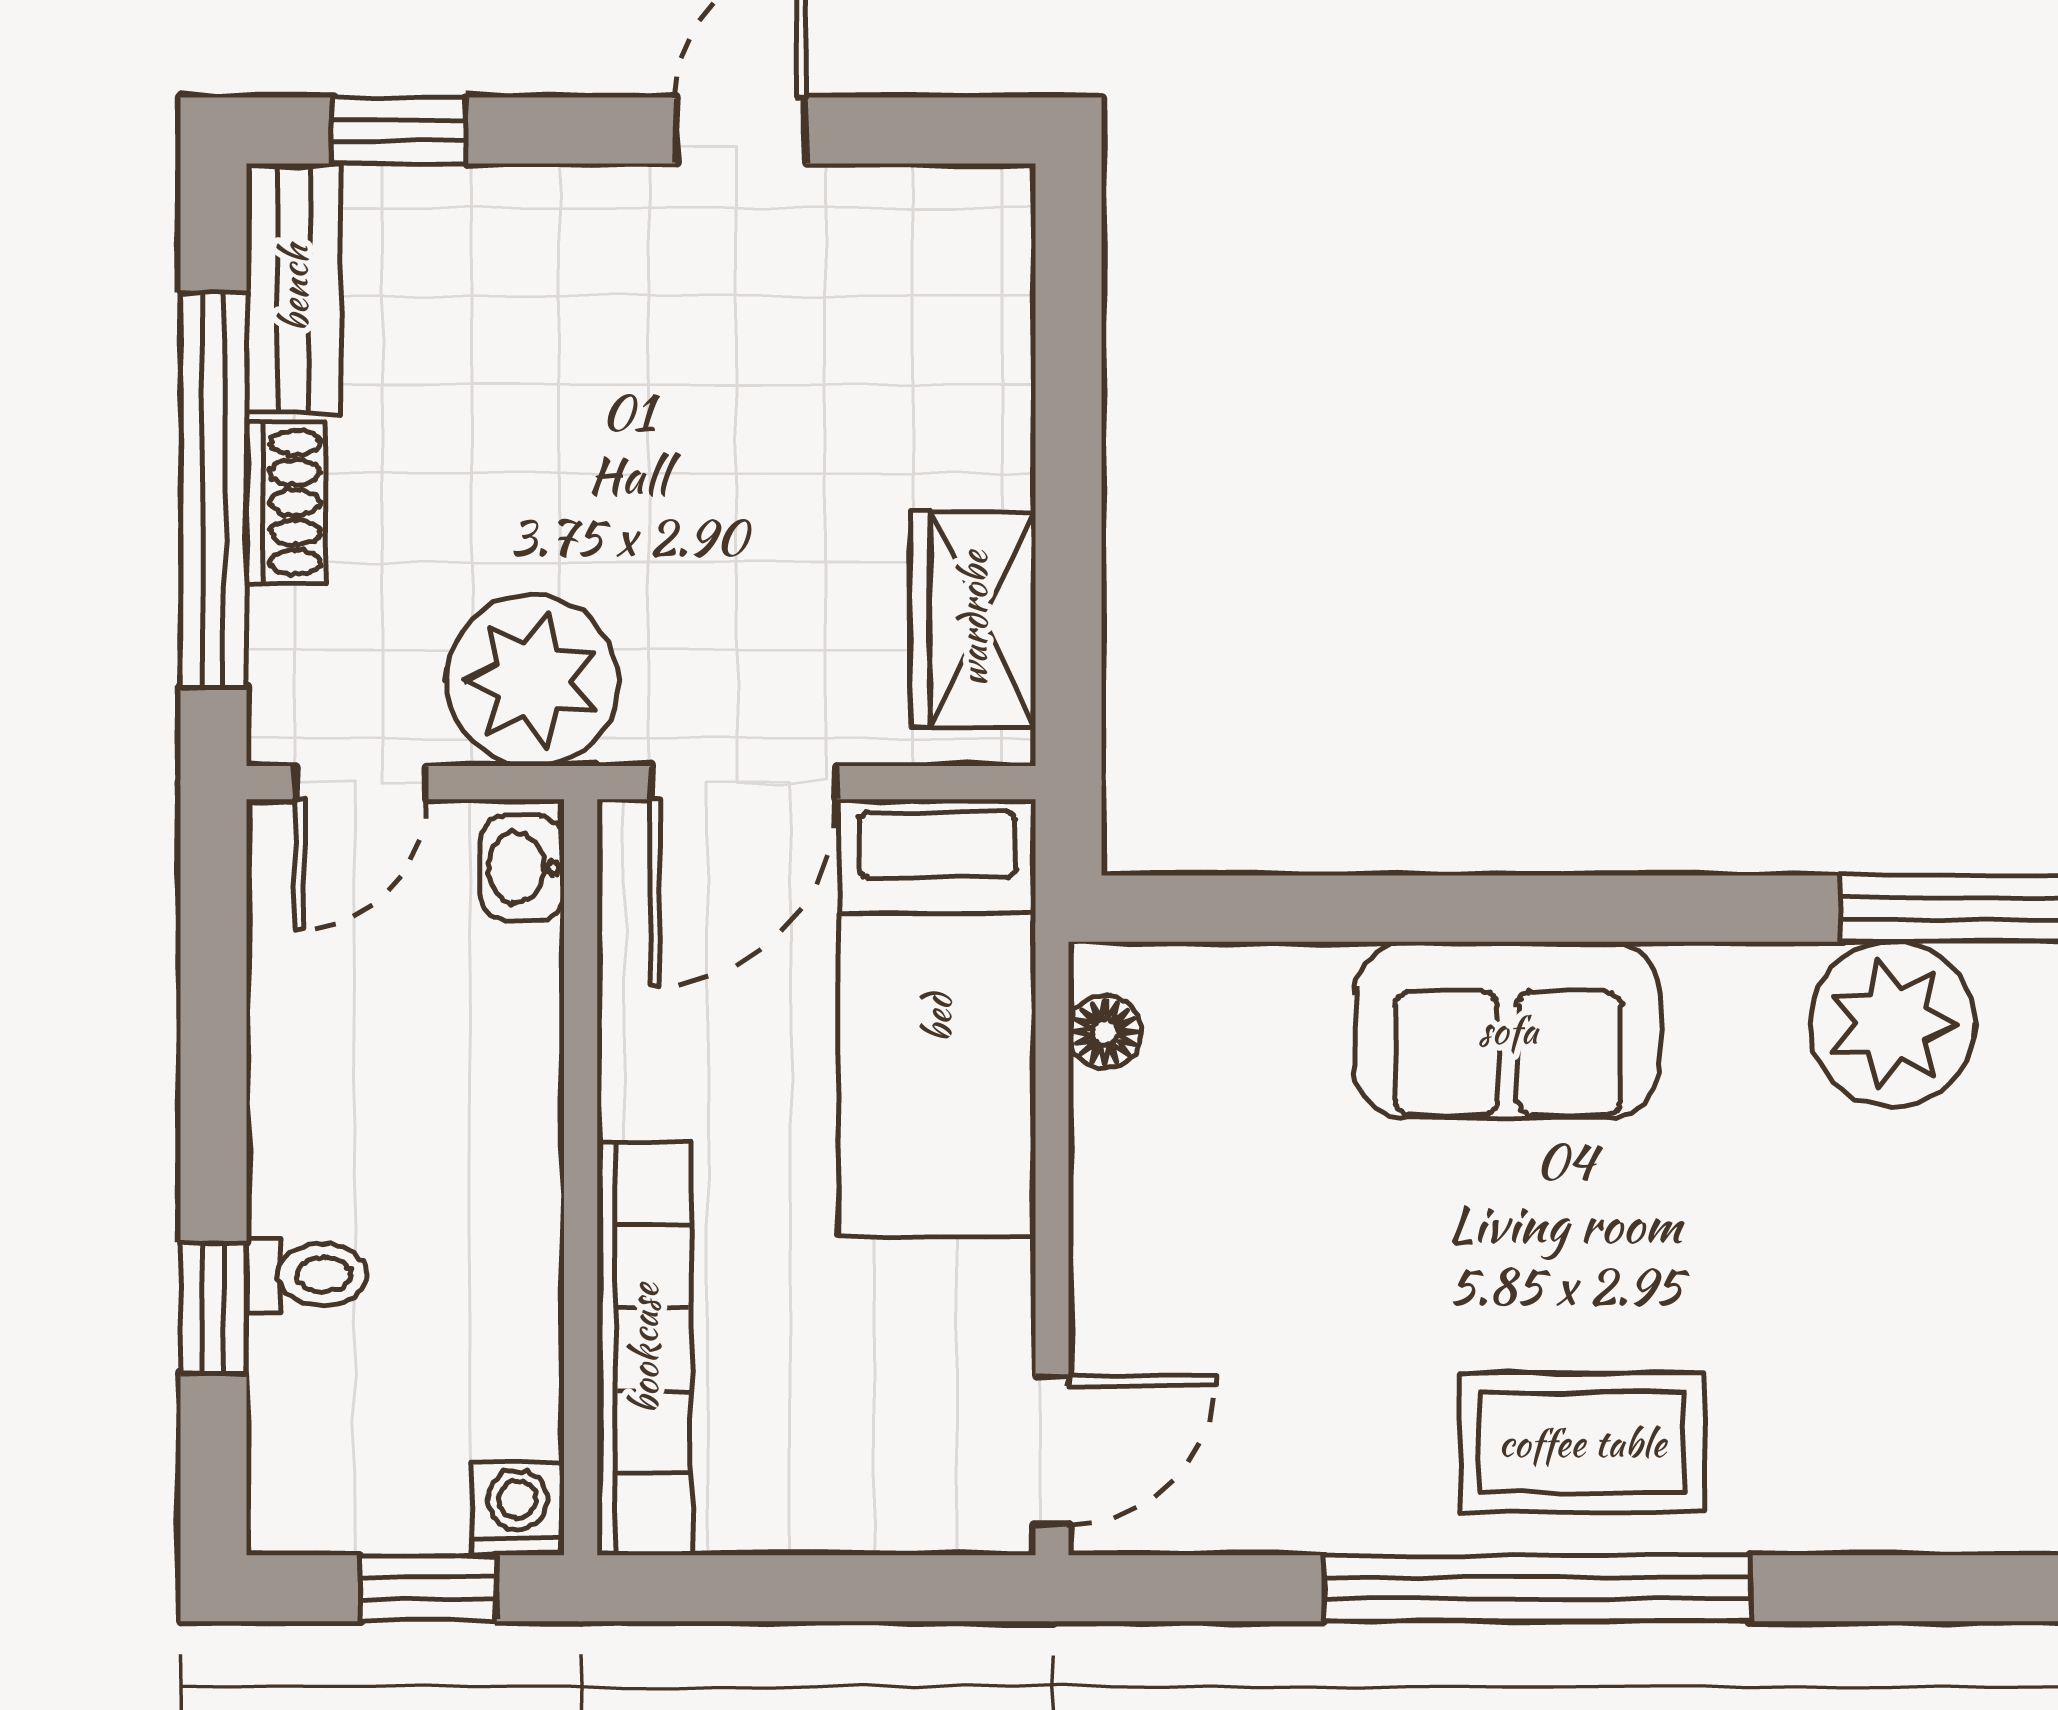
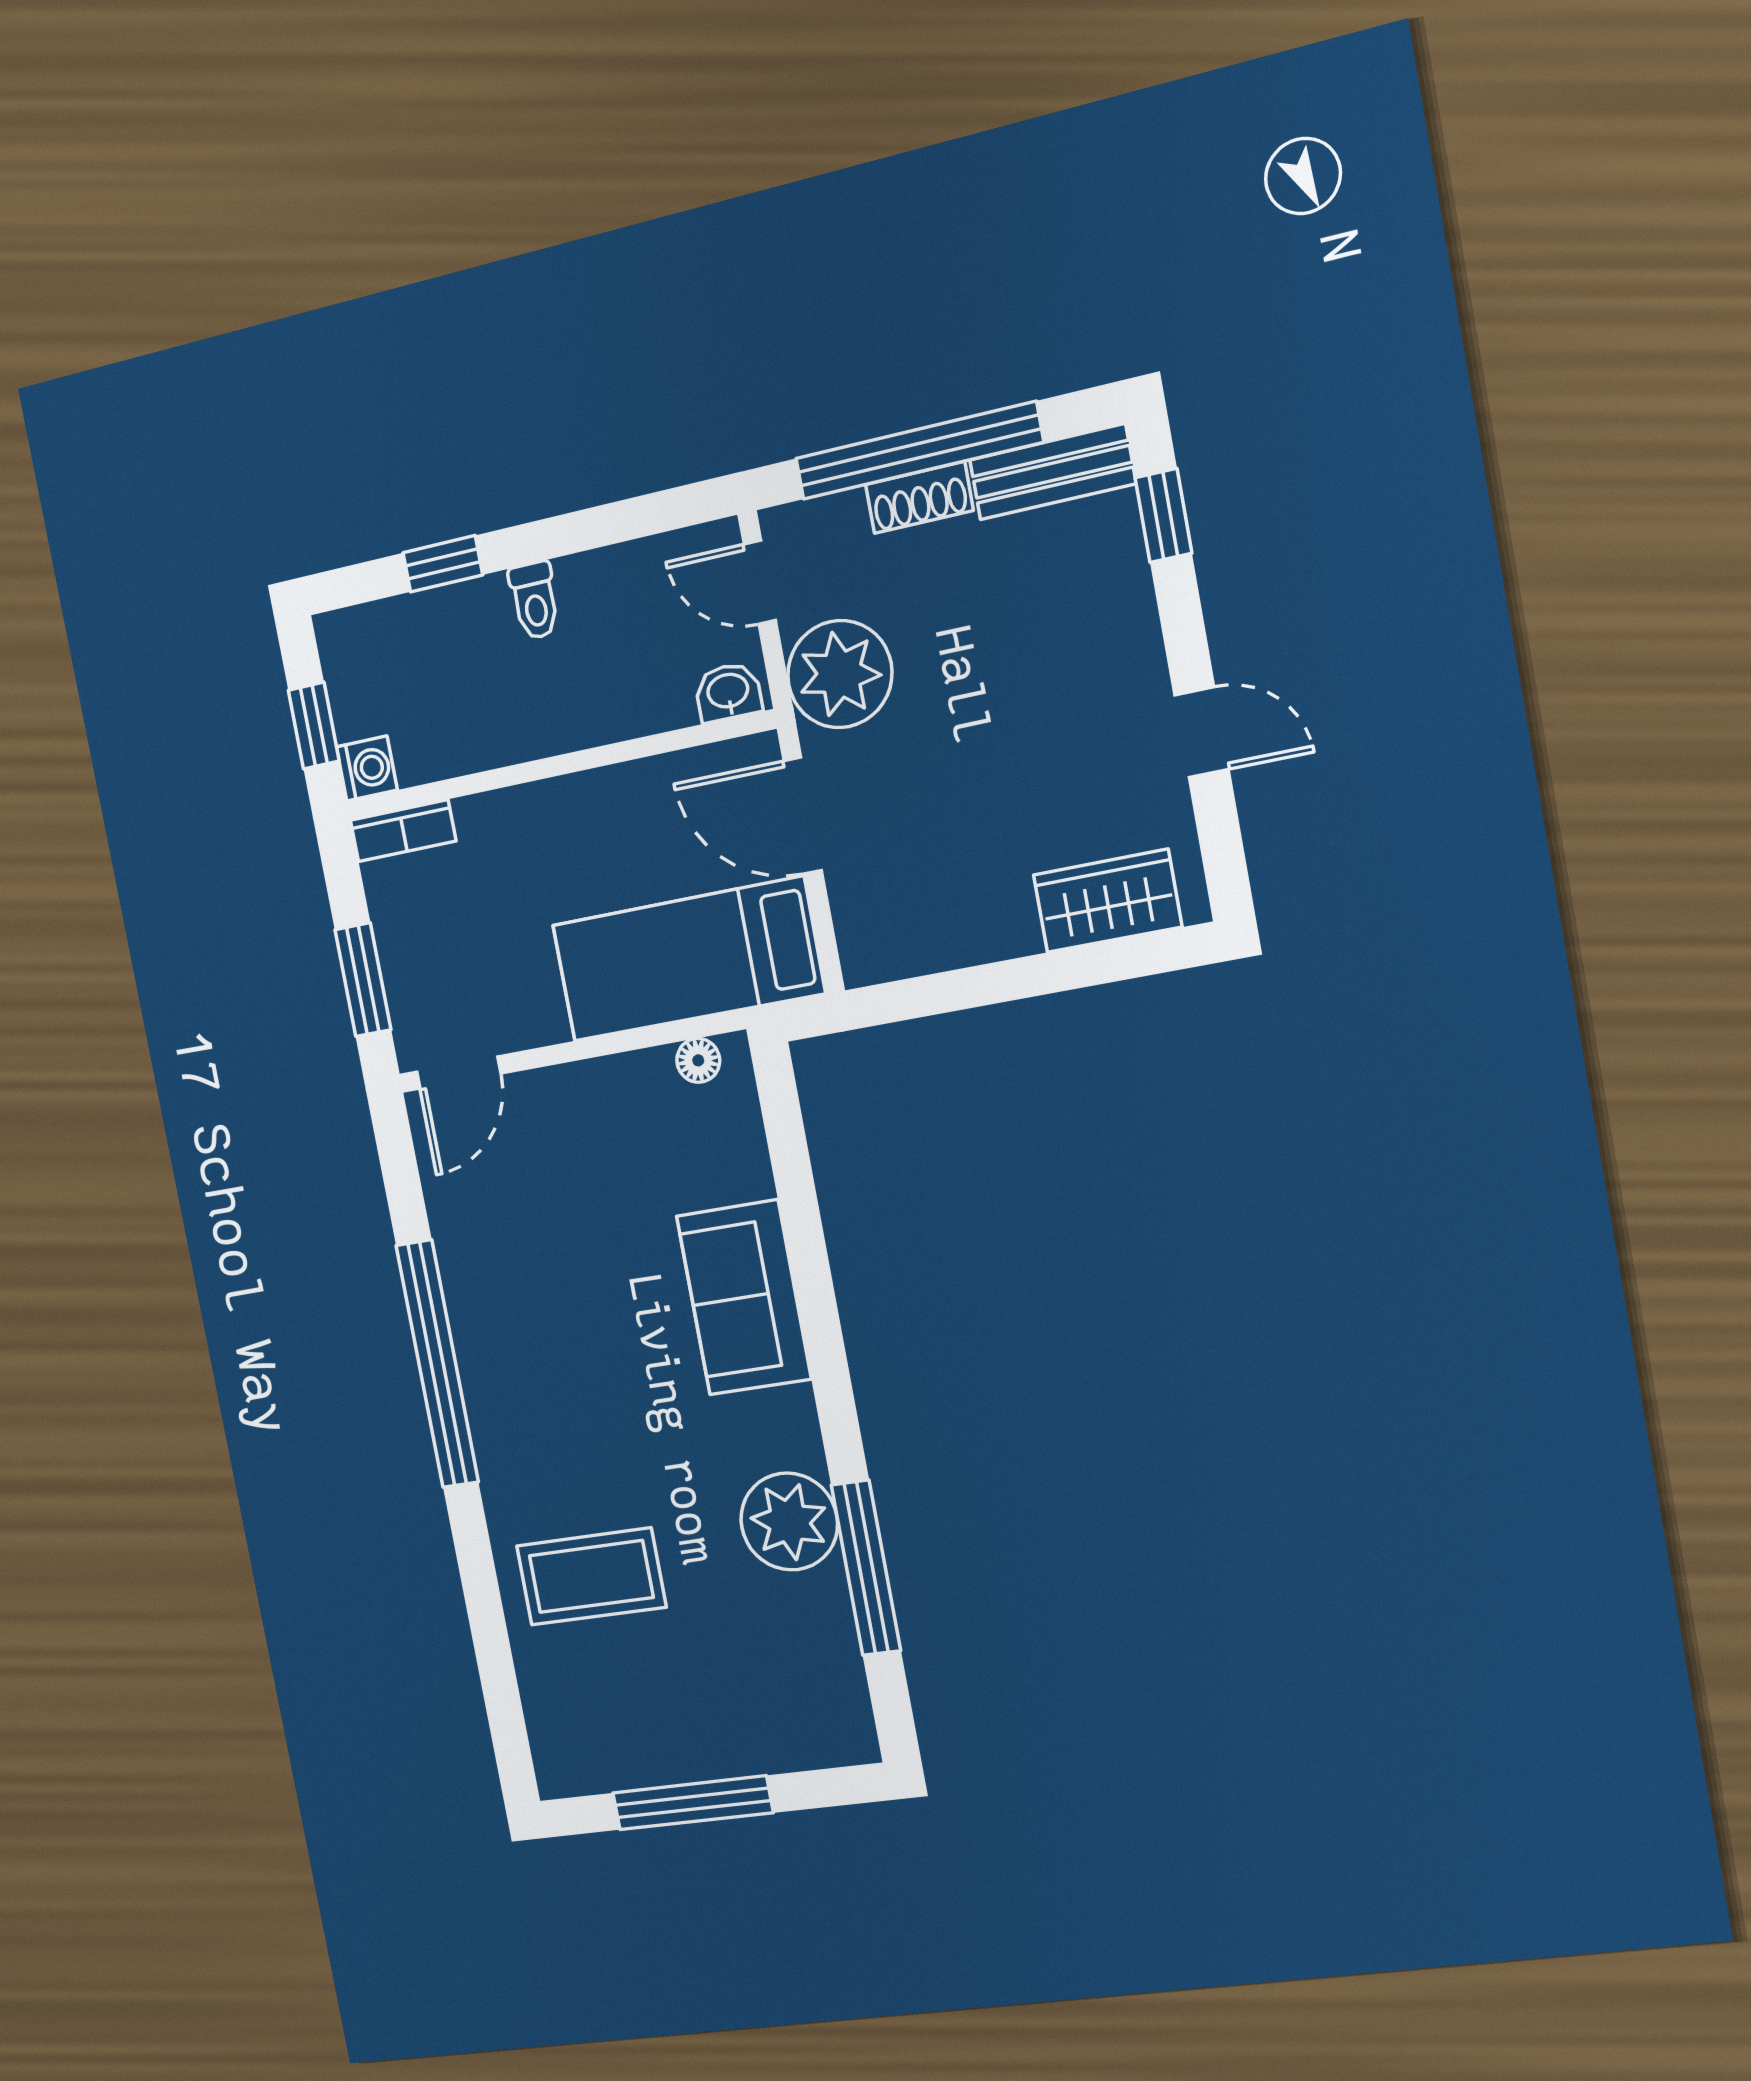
wardrobe: (973, 619) -> (1107, 901), moved
toilet: (307, 1275) -> (535, 600), moved
bookcase: (644, 1349) -> (403, 831), width x0.43, depth x0.76
coffee table: (1582, 1443) -> (591, 1576), moved, turned 90
door: (1052, 1450) -> (459, 1073), hinge flipped
window: (866, 1588) -> (363, 980), added

